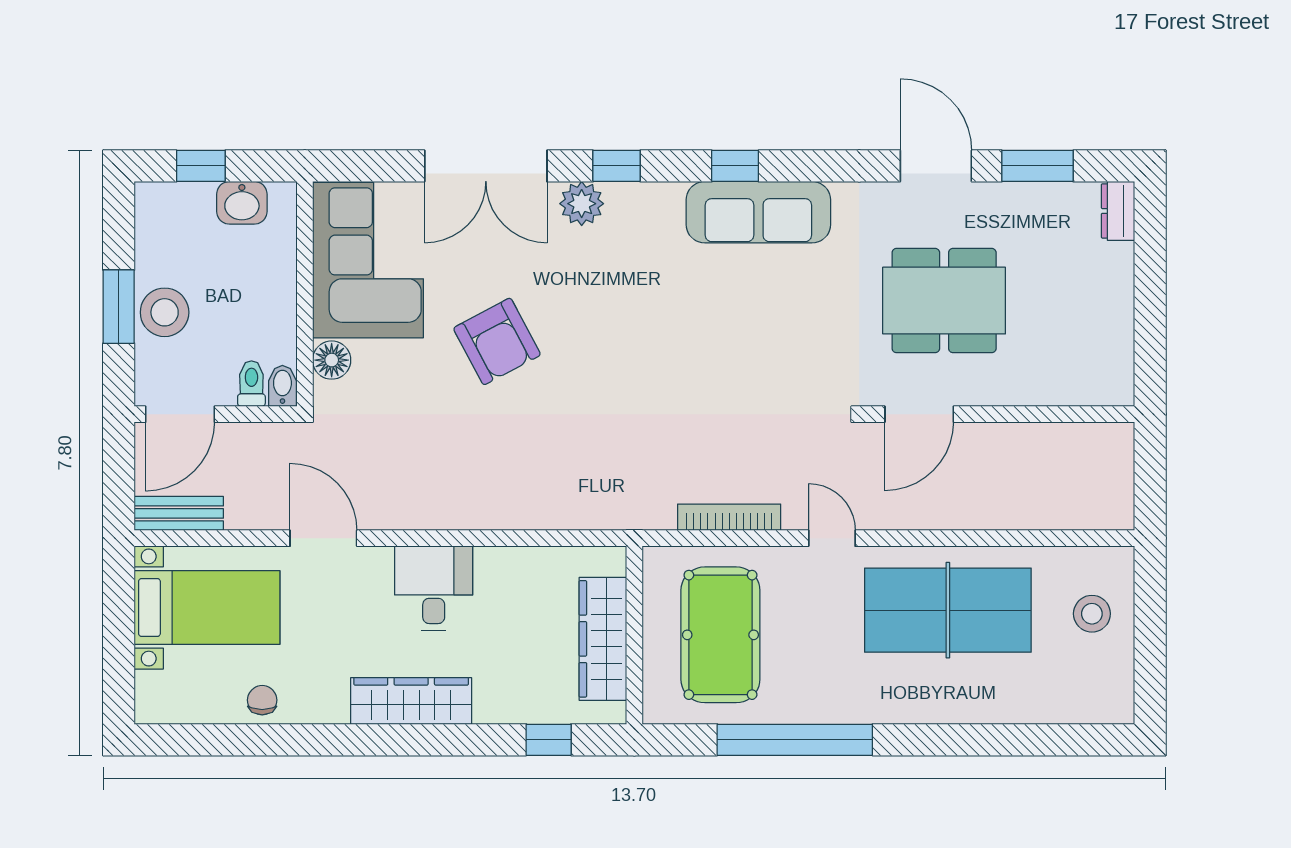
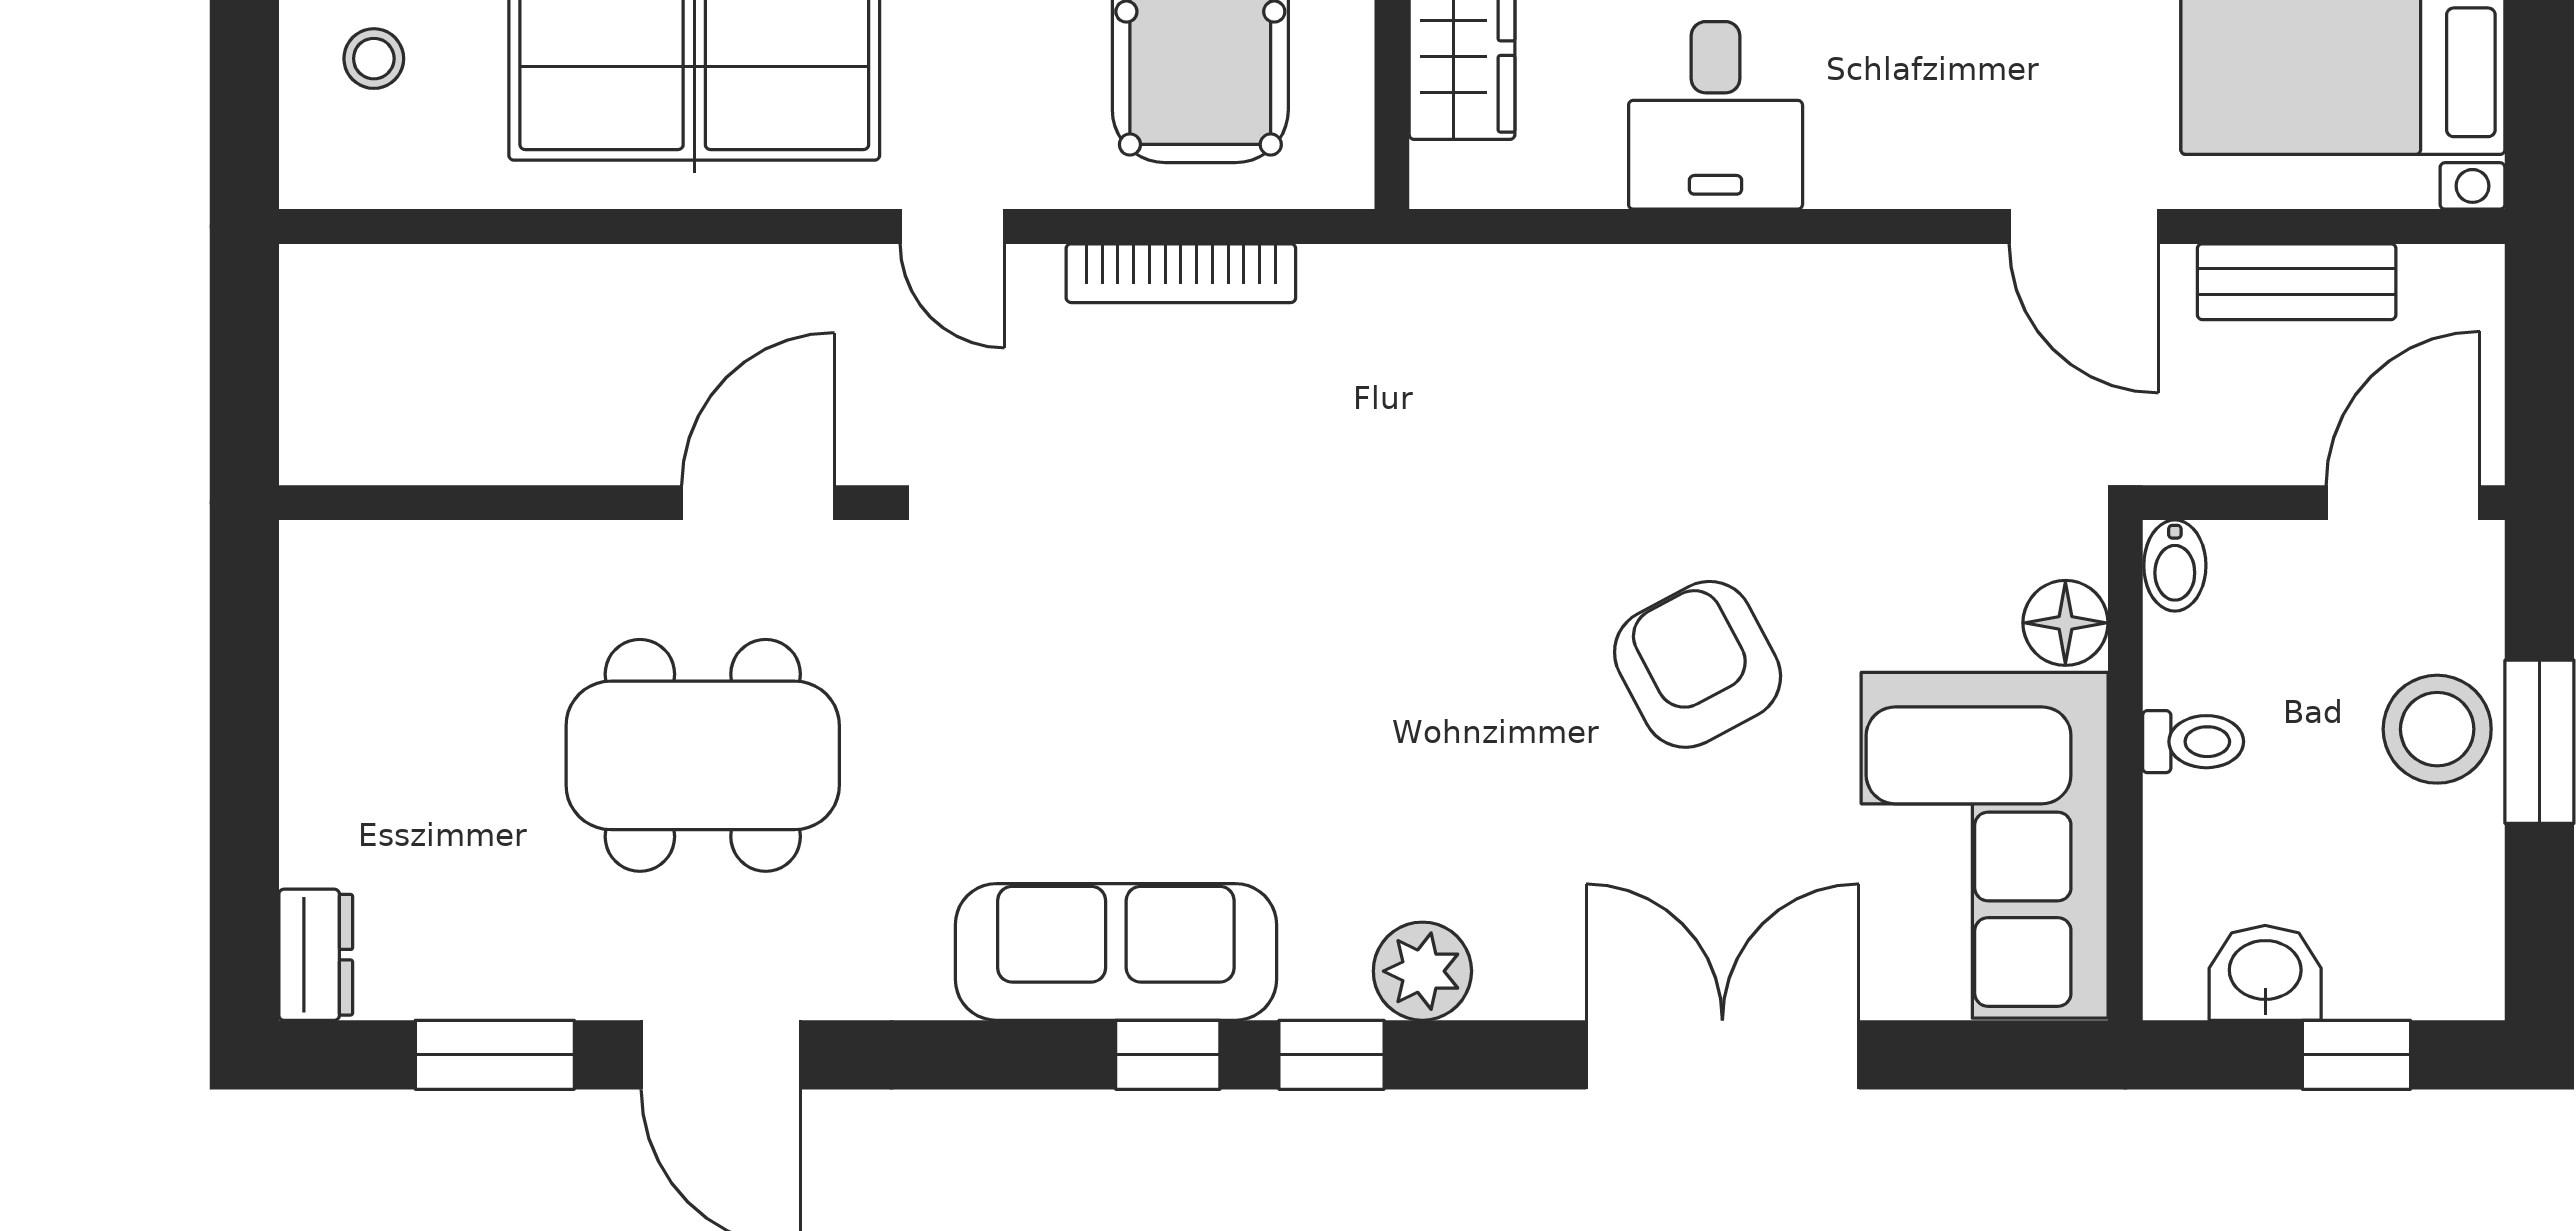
window: (617, 166) -> (1331, 1055), moved
plant: (582, 204) -> (1422, 971), moved
toilet: (251, 384) -> (2193, 742), moved, turned -90
bench: (179, 513) -> (2297, 282), moved
desk: (434, 588) -> (1716, 115), moved
stool: (1092, 614) -> (374, 59), width x0.73, depth x0.73

